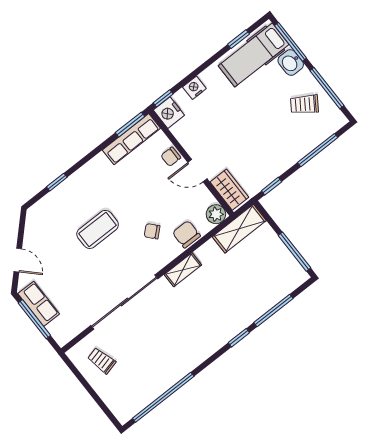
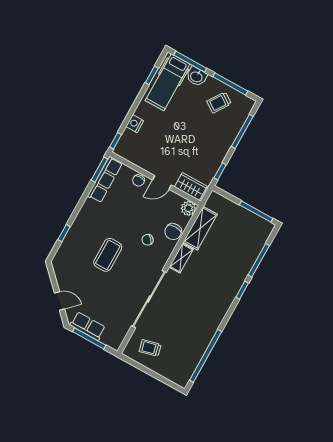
nightstand: (169, 113) -> (124, 149), removed
shelving: (239, 229) -> (200, 228), moved
chair: (186, 234) -> (173, 232), turned -90

